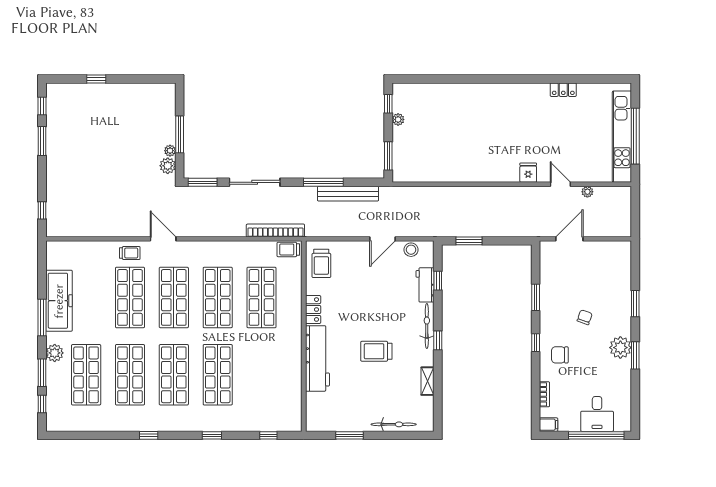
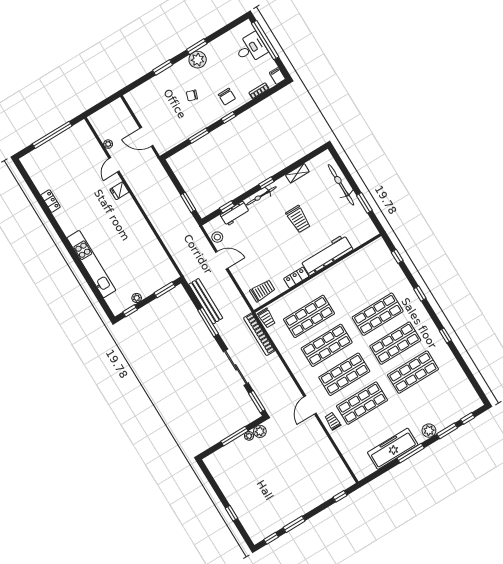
kitchen unit: (622, 137) -> (91, 264), moved, turned -90
shop shelf: (86, 375) -> (431, 401), removed
bicycle: (394, 424) -> (341, 185), width x1.37, depth x1.40

